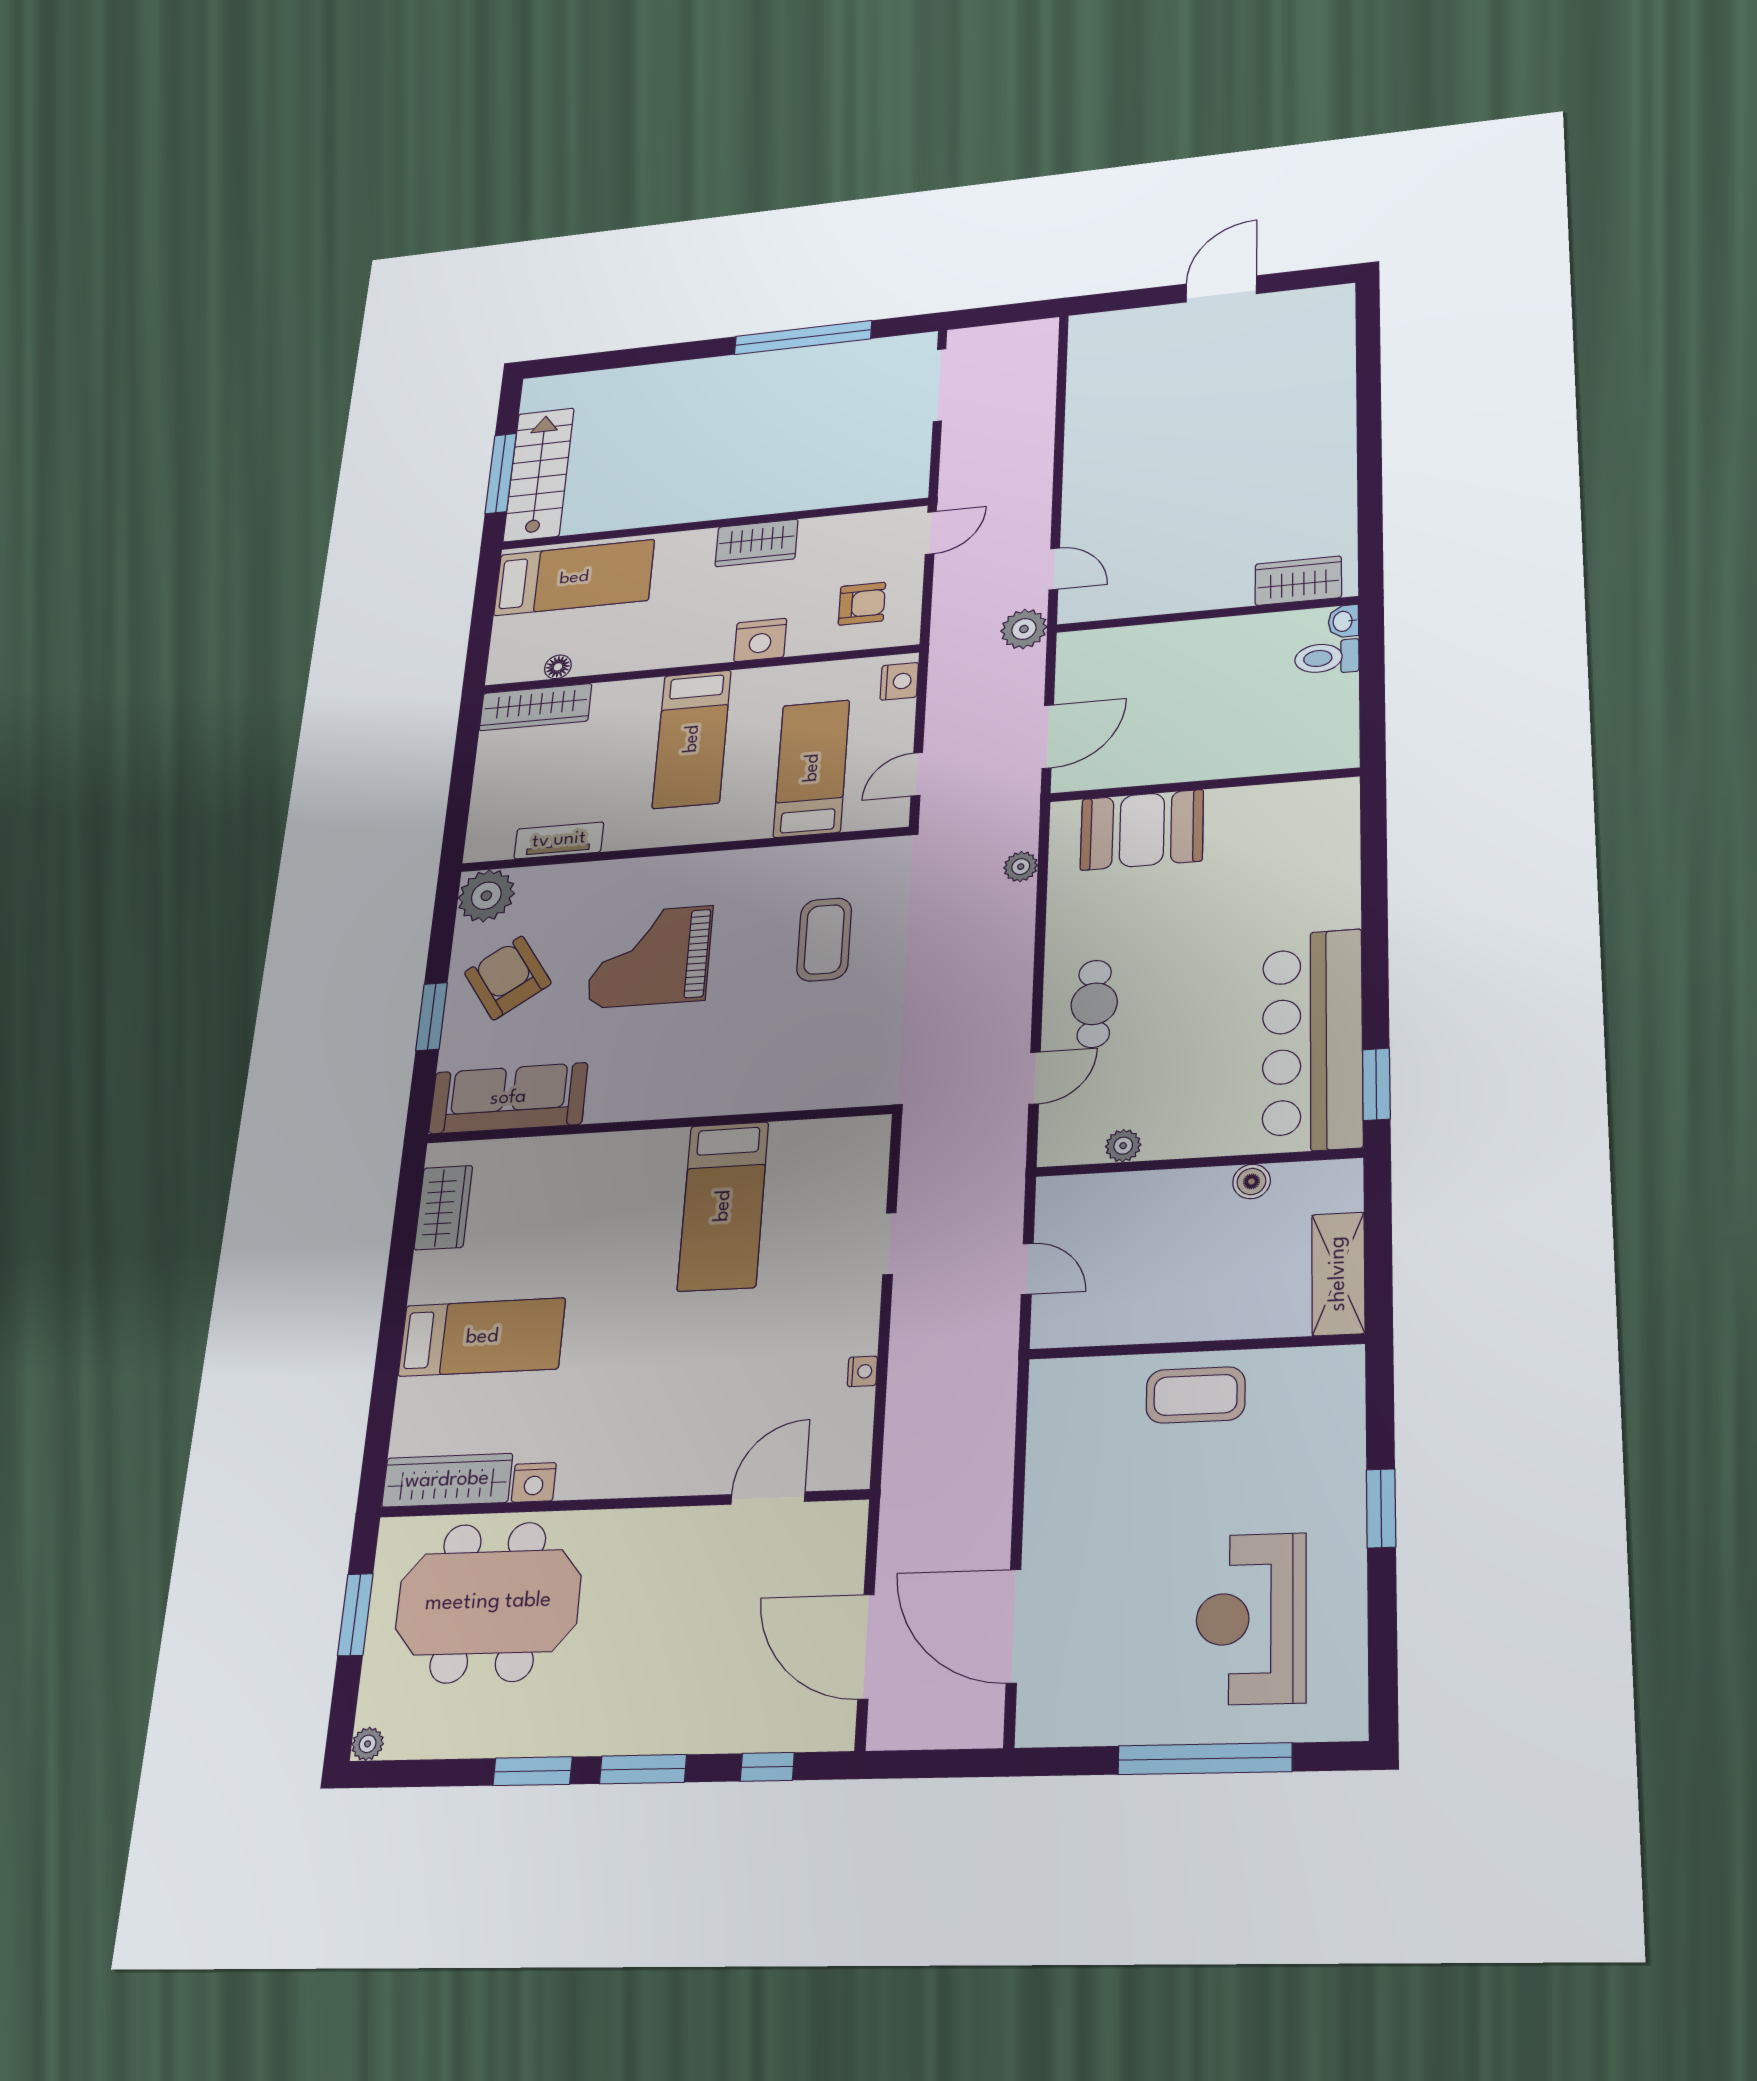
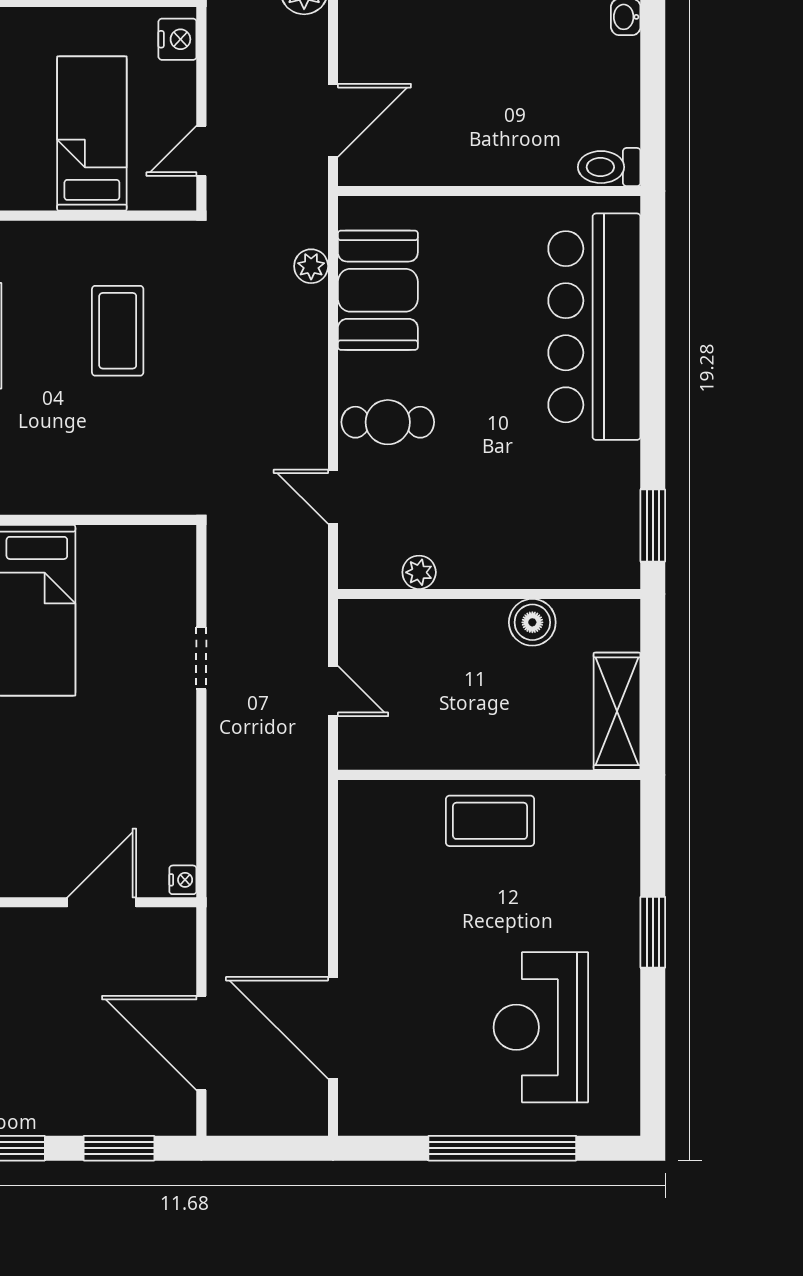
toilet: (1327, 658) -> (609, 167), moved
booth: (1142, 830) -> (378, 290), moved, turned 90
cafe table: (1094, 1004) -> (388, 422), turned 90
bar counter: (1312, 1040) -> (594, 327), moved
door: (1035, 1078) -> (333, 497), swing flipped
boiler: (1251, 1181) -> (532, 622), width x1.36, depth x1.36
nightstand: (862, 1371) -> (183, 880), moved
window: (767, 1767) -> (119, 1148), width x1.50

